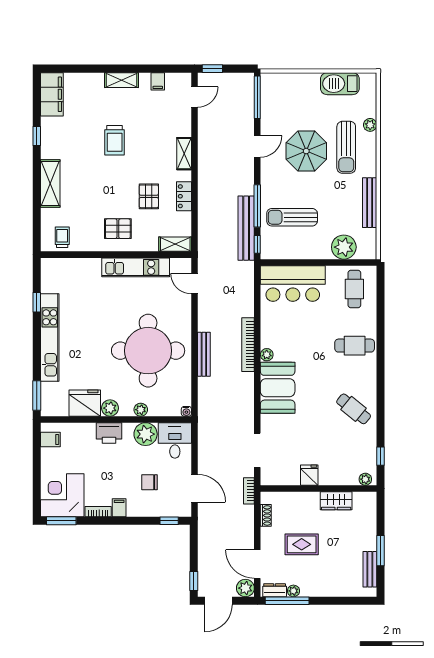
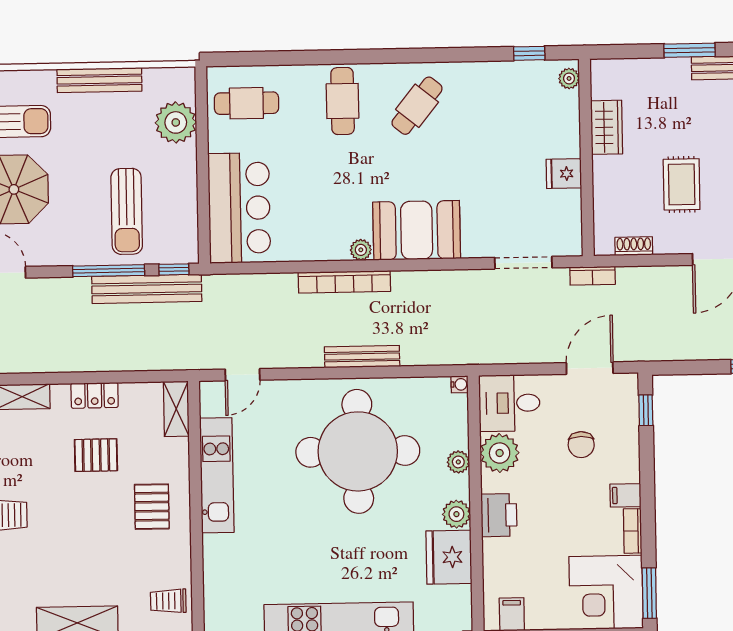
cafe table: (354, 409) -> (417, 106), moved

